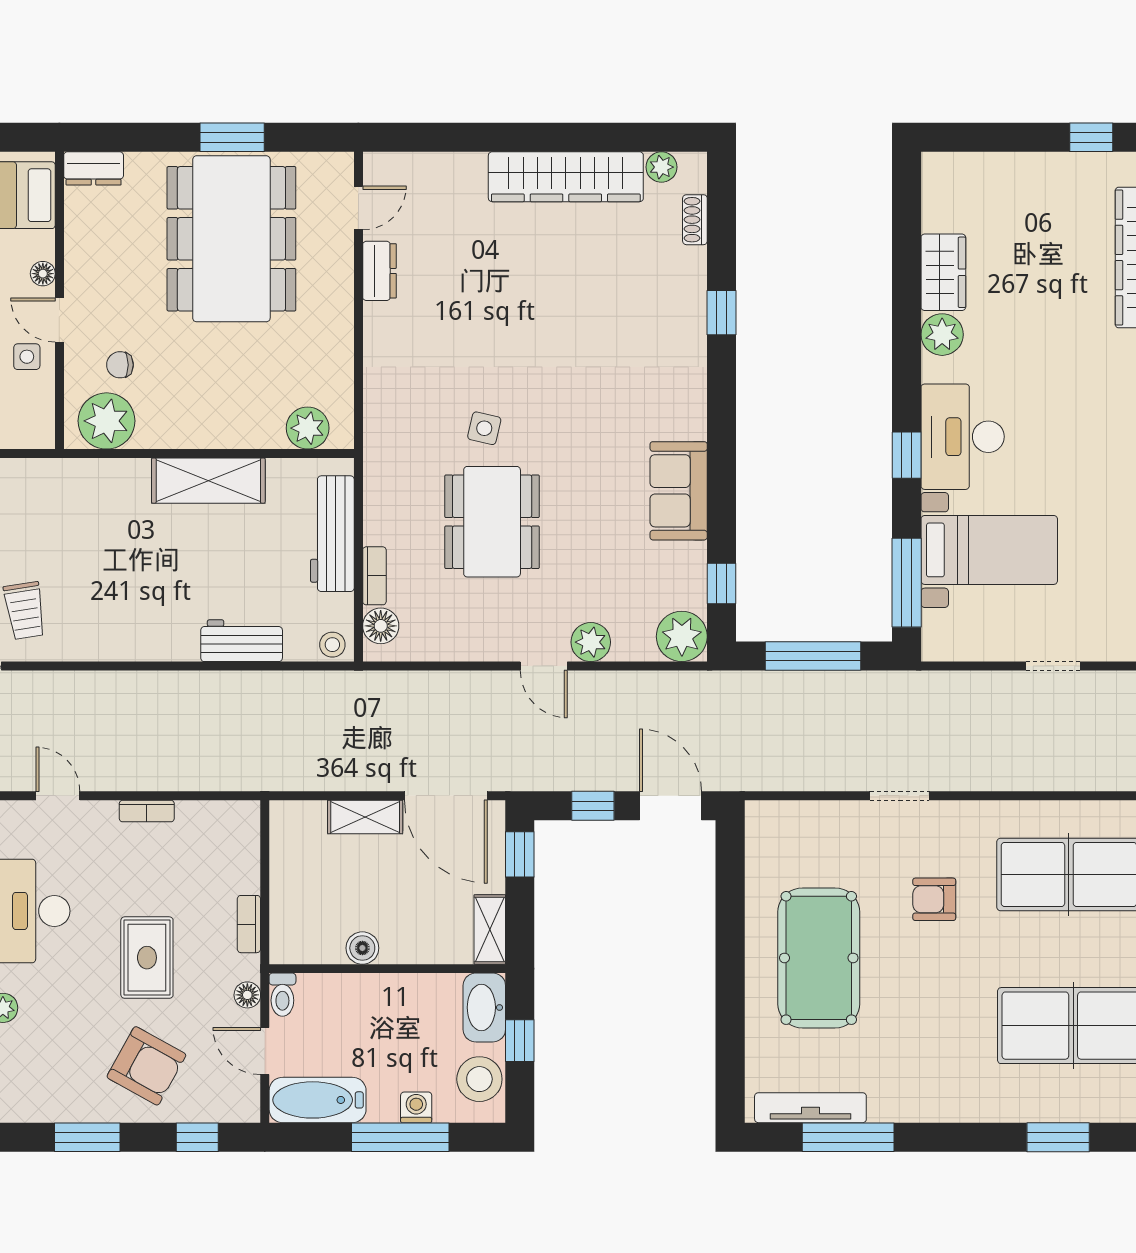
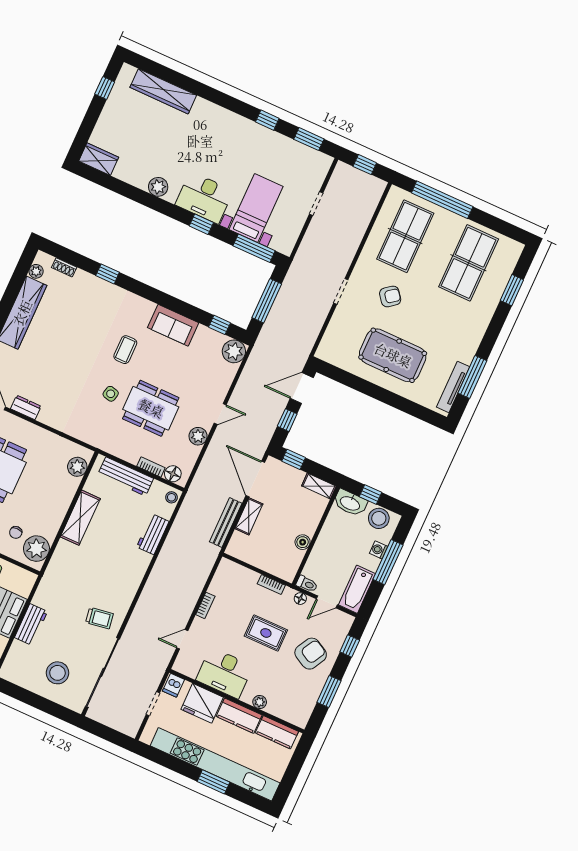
wardrobe: (943, 272) -> (99, 159), moved
coffee table: (586, 417) -> (125, 350), added
plant: (591, 642) -> (198, 436), moved
bench: (332, 776) -> (226, 523), added
door: (446, 796) -> (255, 479), swing flipped
armchair: (934, 899) -> (390, 296), turned -128

